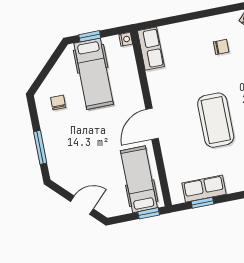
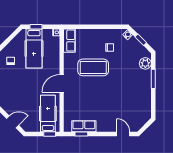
coffee table: (216, 120) -> (93, 67), moved, turned 90

